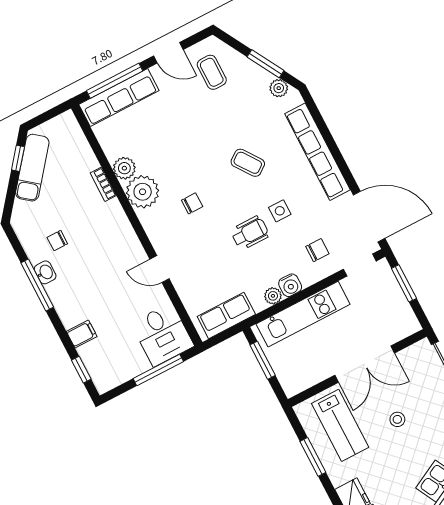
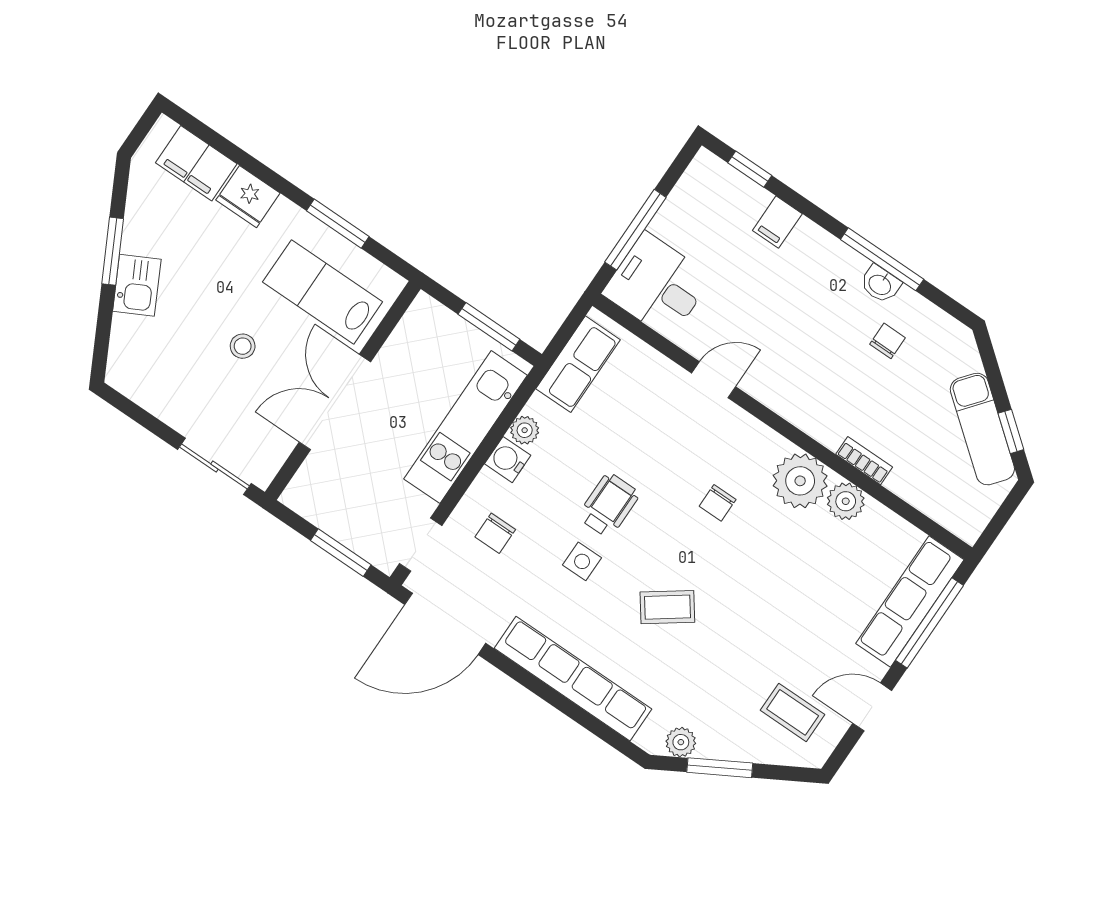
wheelchair: (250, 233) -> (609, 505), turned 180

